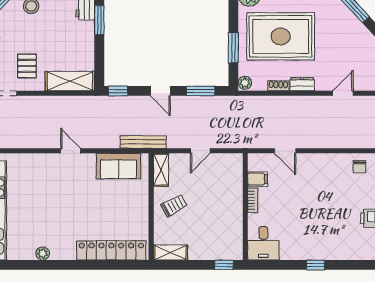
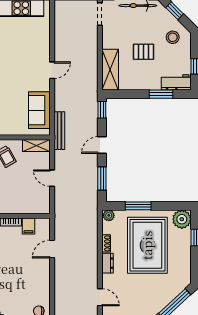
pallet: (27, 66) -> (143, 52), moved

